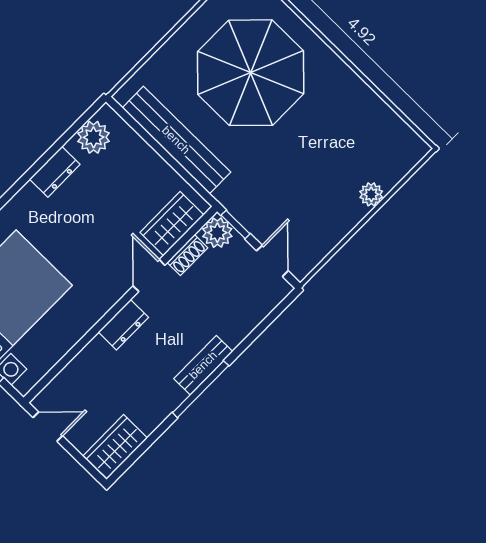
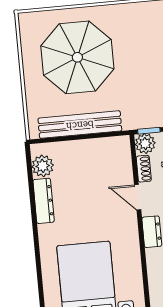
dresser: (55, 172) -> (44, 201), width x1.44
wardrobe: (172, 224) -> (121, 163), removed

